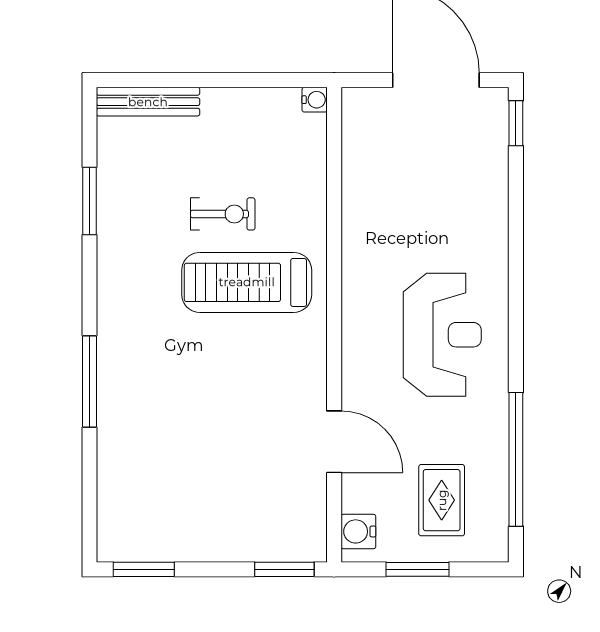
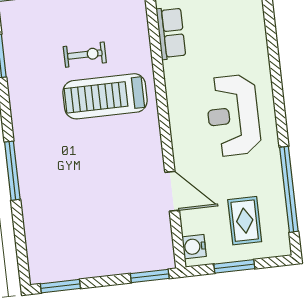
row of seats: (360, 196) -> (171, 33), added
reception desk: (442, 335) -> (233, 115), turned 180

